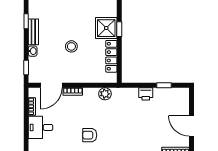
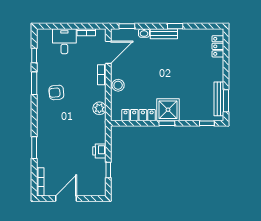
stool: (71, 46) -> (118, 85), moved
door: (51, 85) -> (108, 52), swing flipped
armchair: (90, 135) -> (56, 92), turned -95

